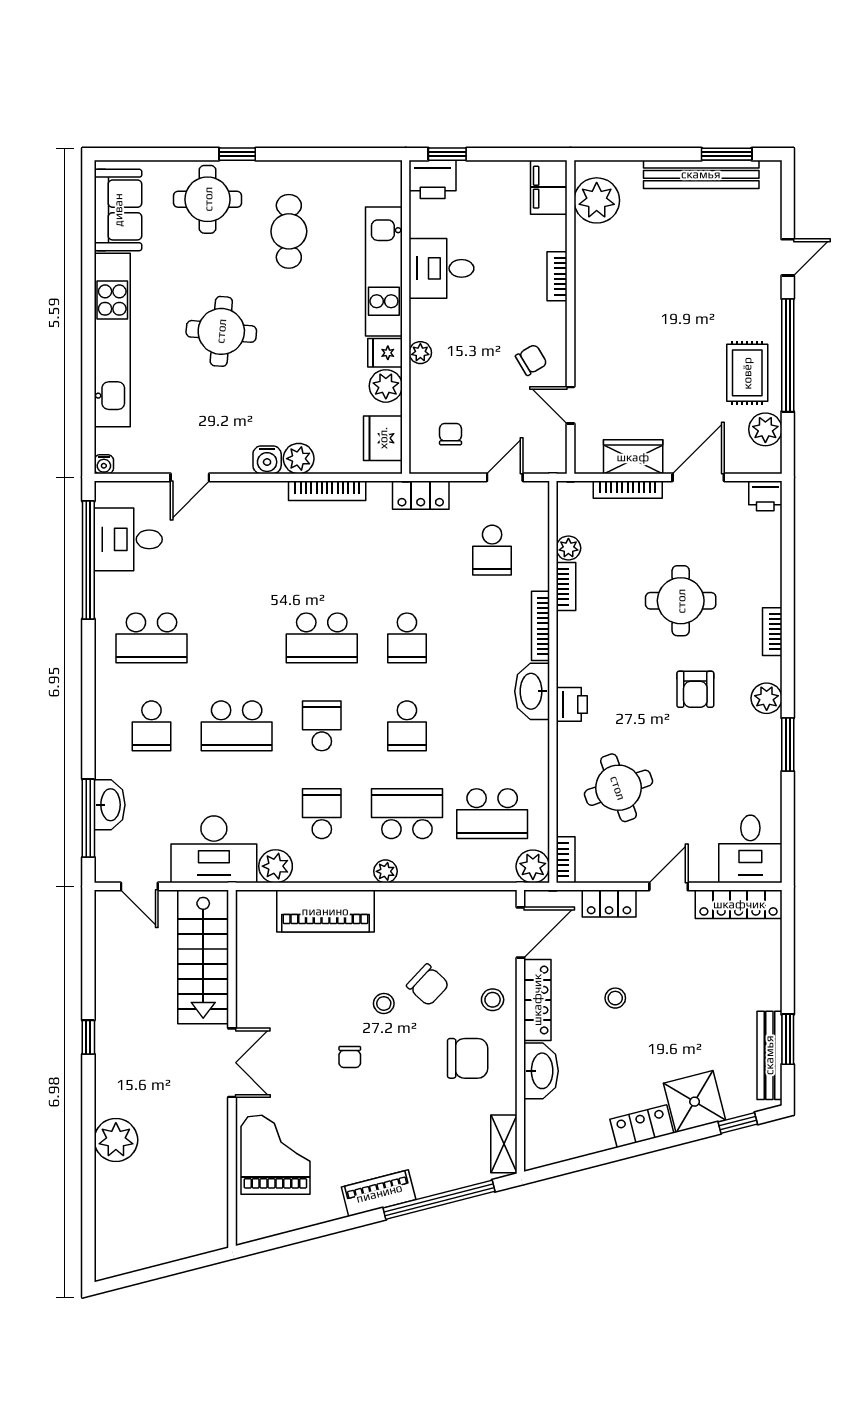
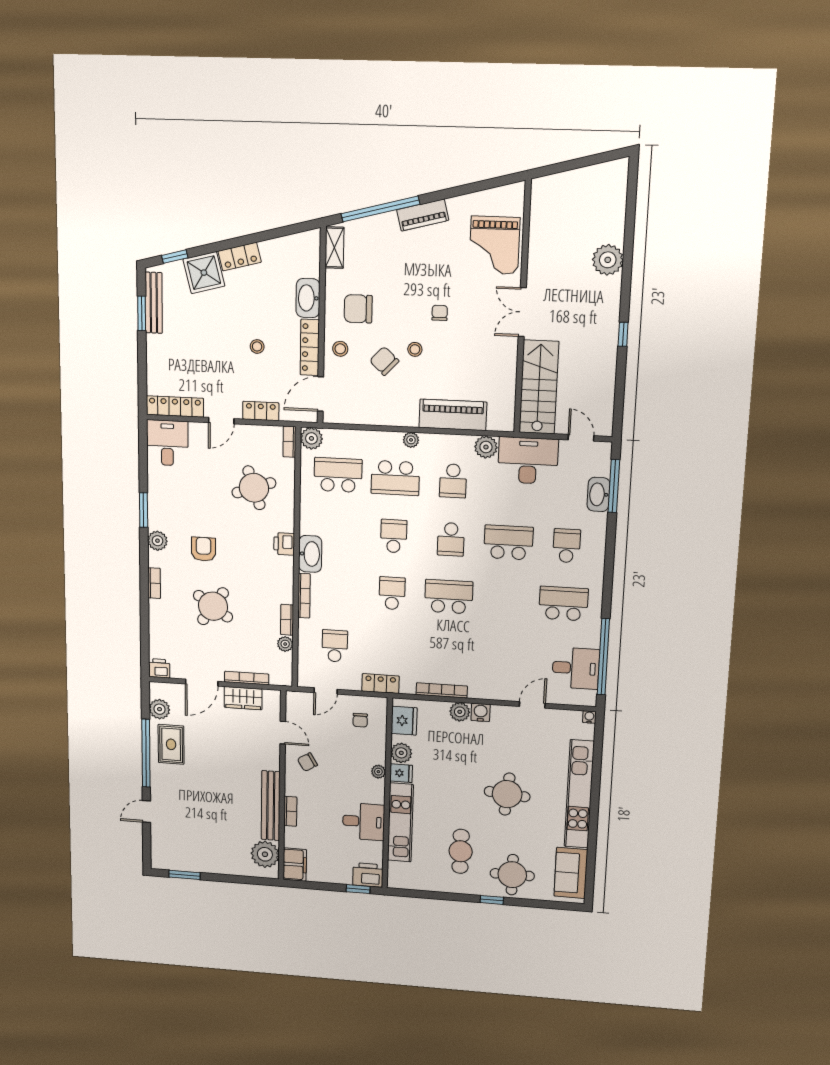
bench: (701, 174) -> (271, 806), moved, turned 90
round table: (681, 601) -> (213, 606), turned 35

